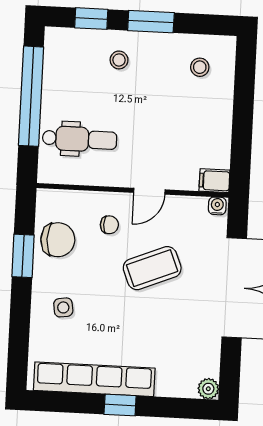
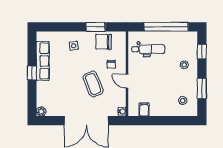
window: (151, 22) -> (202, 88), moved
dental chair: (80, 139) -> (148, 49), turned -90
filing cabinet: (214, 181) -> (144, 110), moved
chair: (58, 240) -> (104, 42), turned 90
row of seats: (94, 379) -> (43, 61), width x0.73

